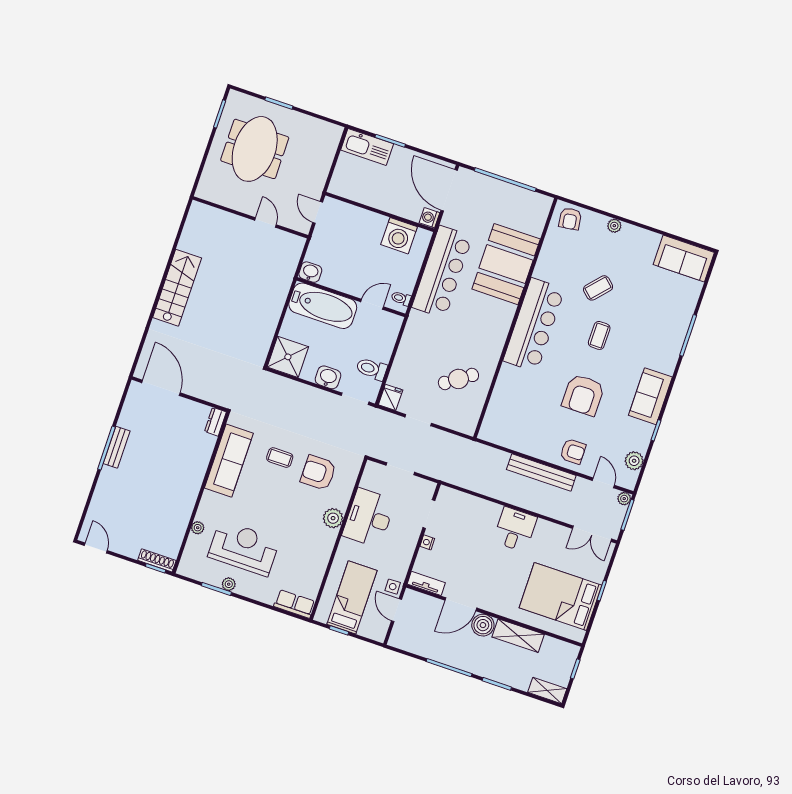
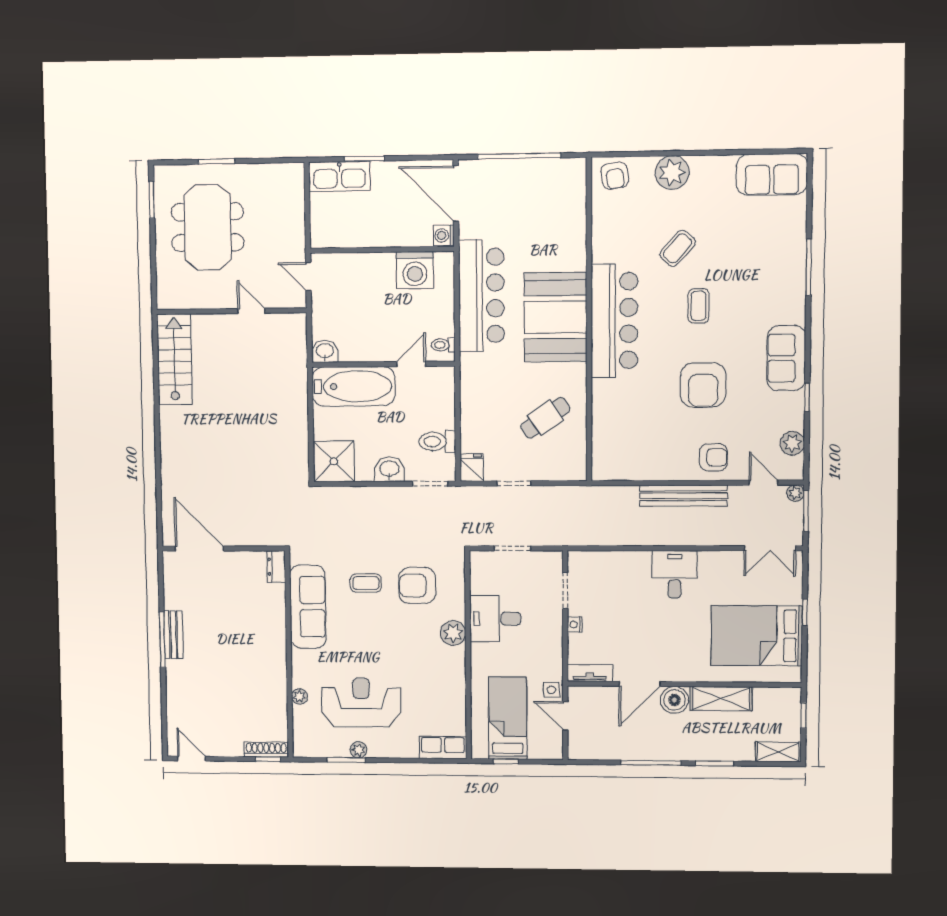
plant: (614, 226) -> (672, 173), width x1.87, depth x1.87
booth: (506, 264) -> (556, 317), moved
stairs: (177, 288) -> (175, 359), moved
desk: (369, 518) -> (495, 619), width x0.73

